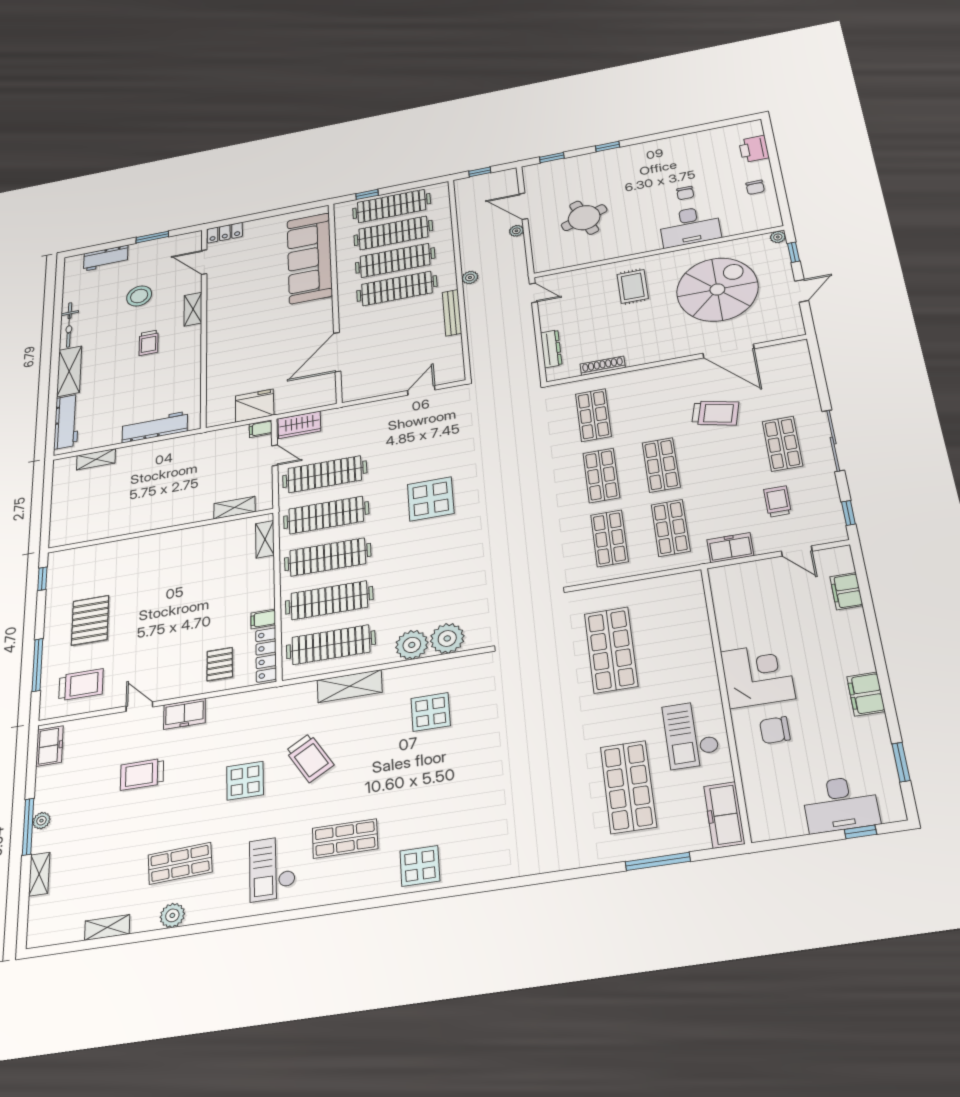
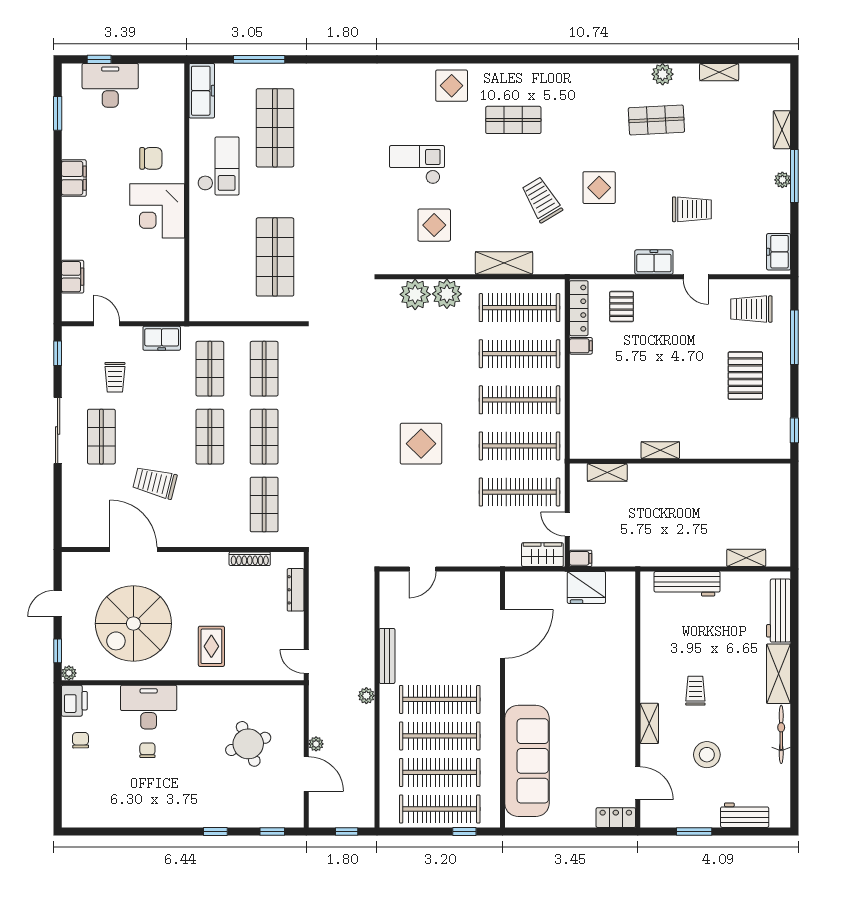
printer: (754, 149) -> (74, 701), moved
shelving: (265, 539) -> (660, 450), moved, turned 90
checkout: (272, 868) -> (417, 165), moved, turned -90

